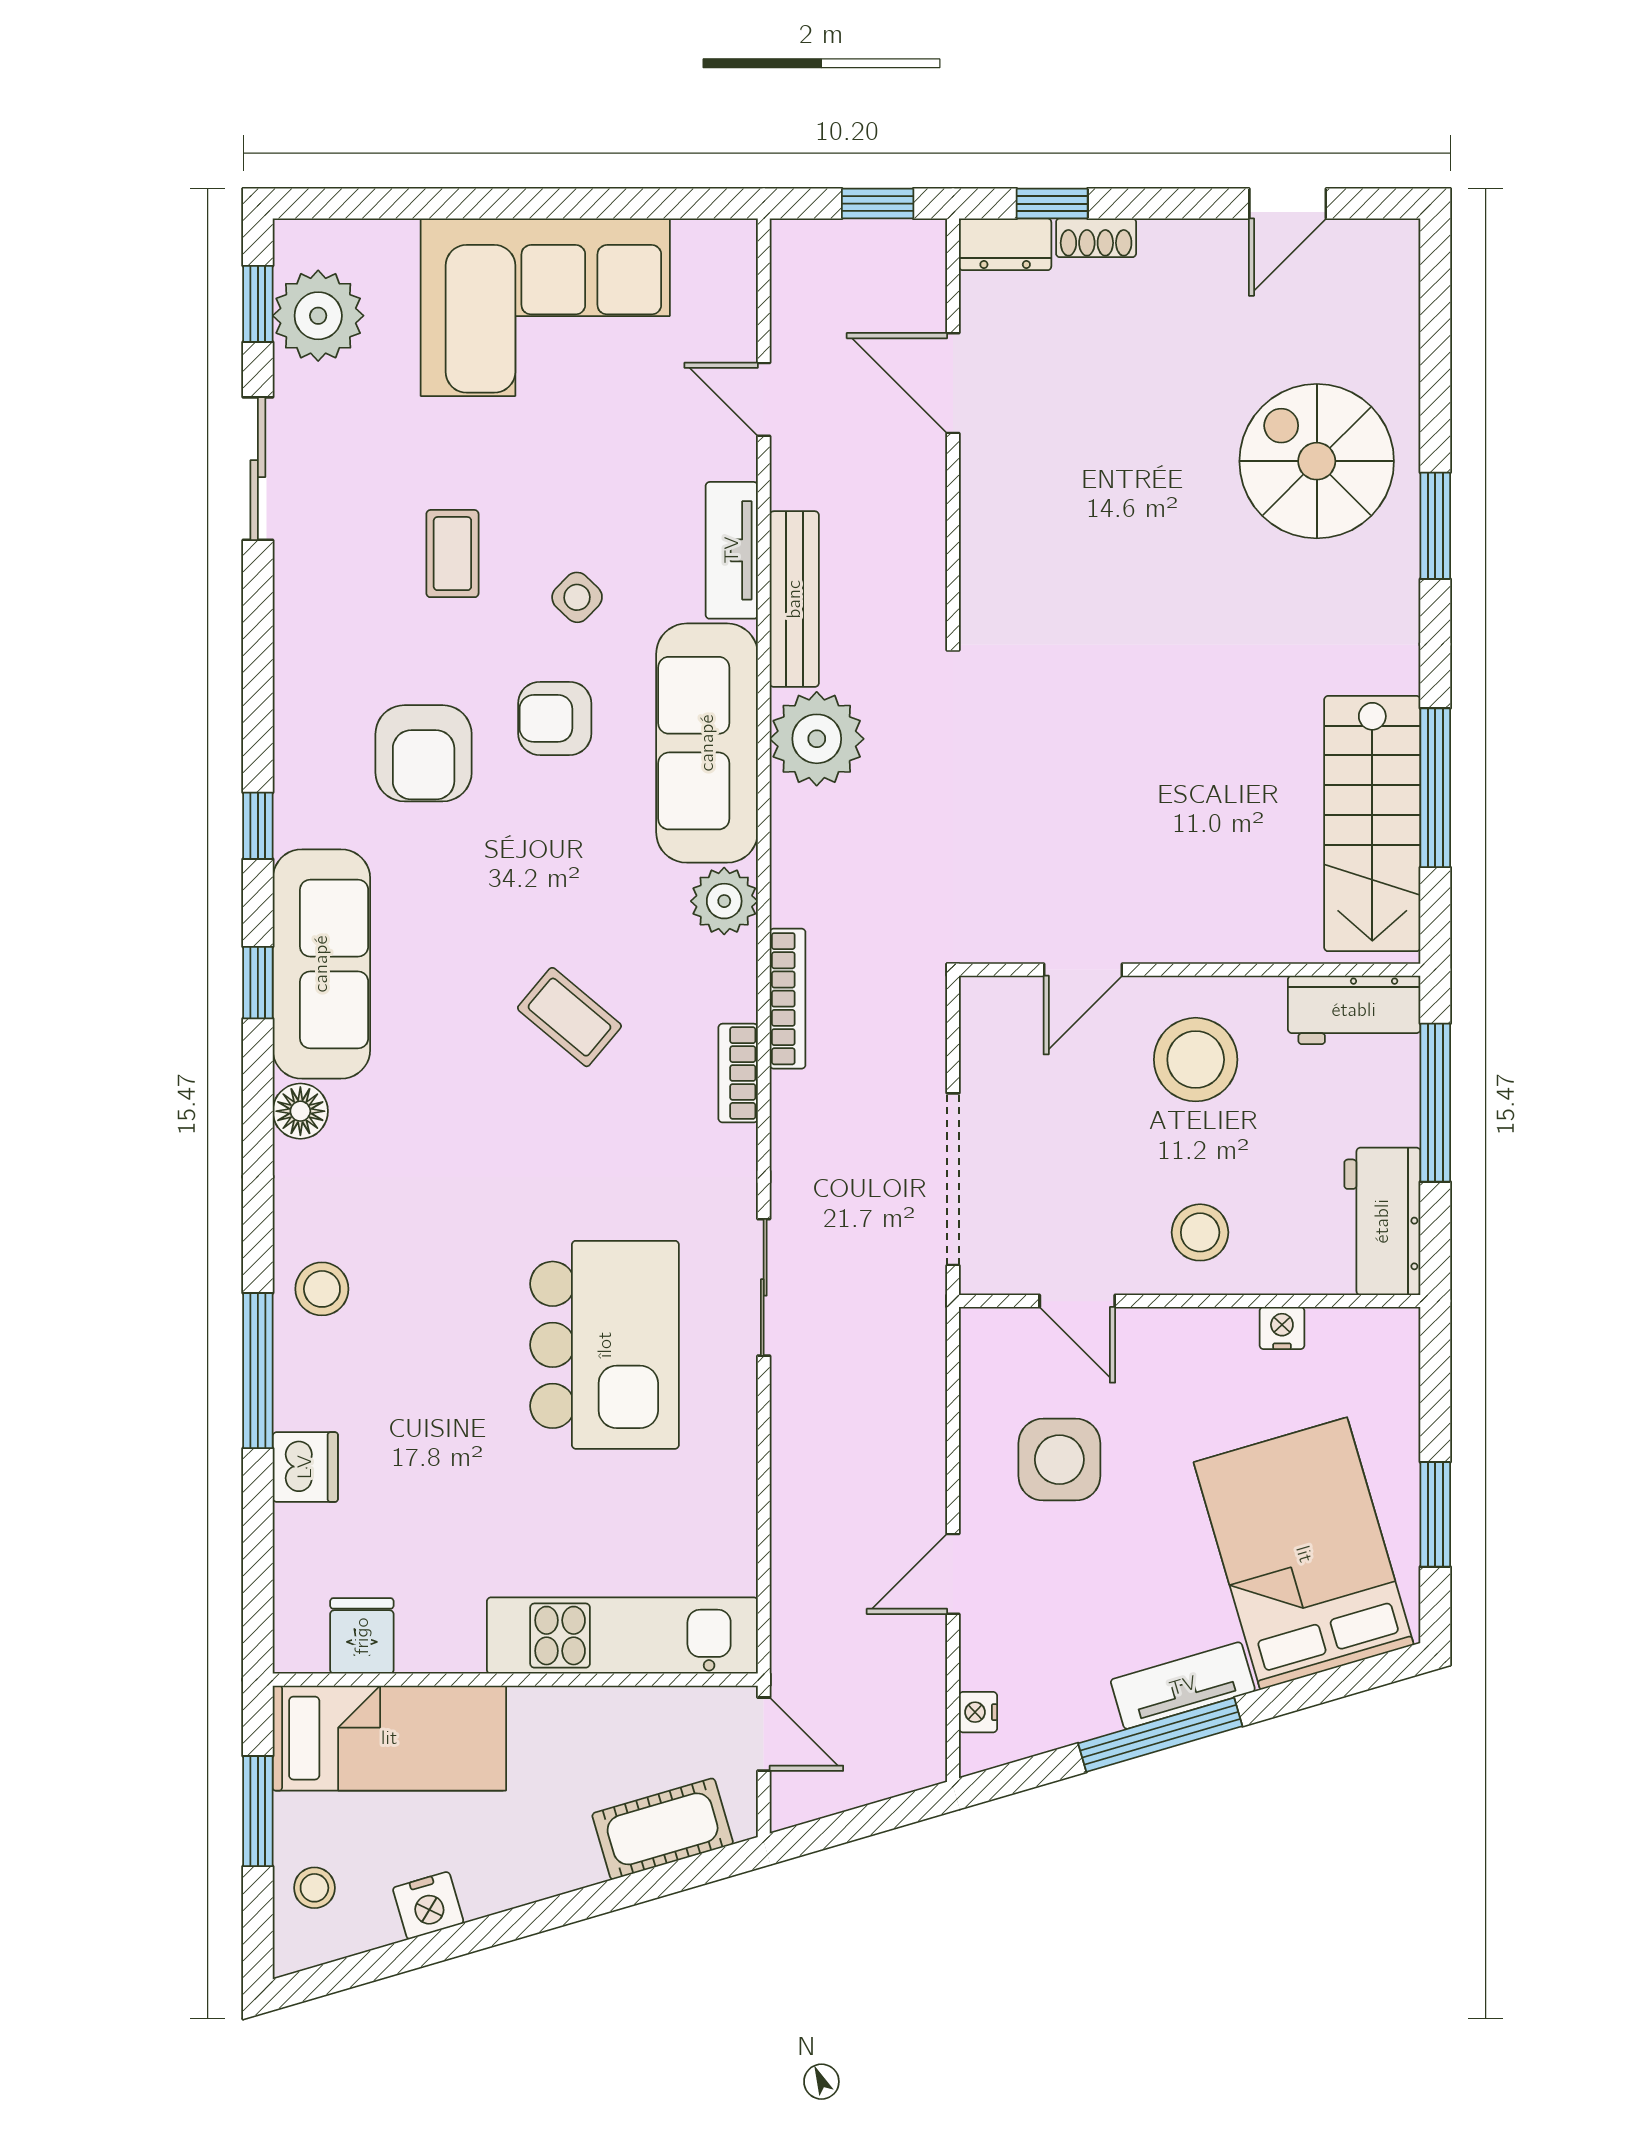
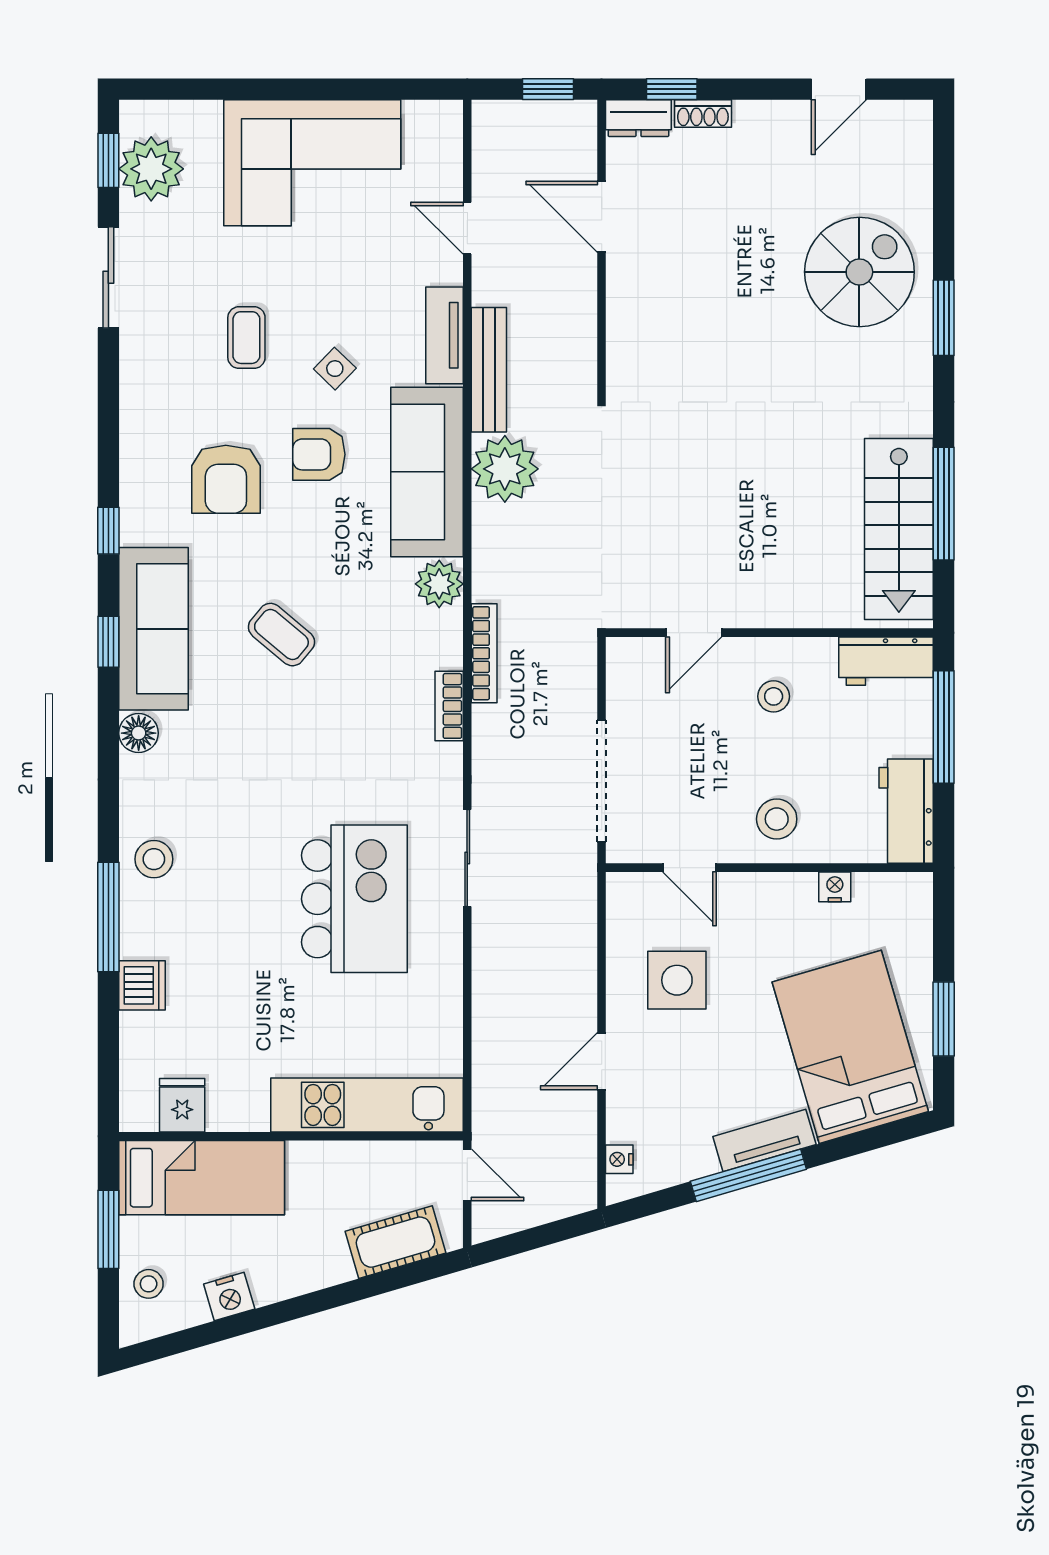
spiral stairs: (1317, 461) -> (859, 272), turned 90
coffee table: (569, 1017) -> (281, 635), moved
stool: (1196, 1060) -> (774, 696), width x0.53, depth x0.53

